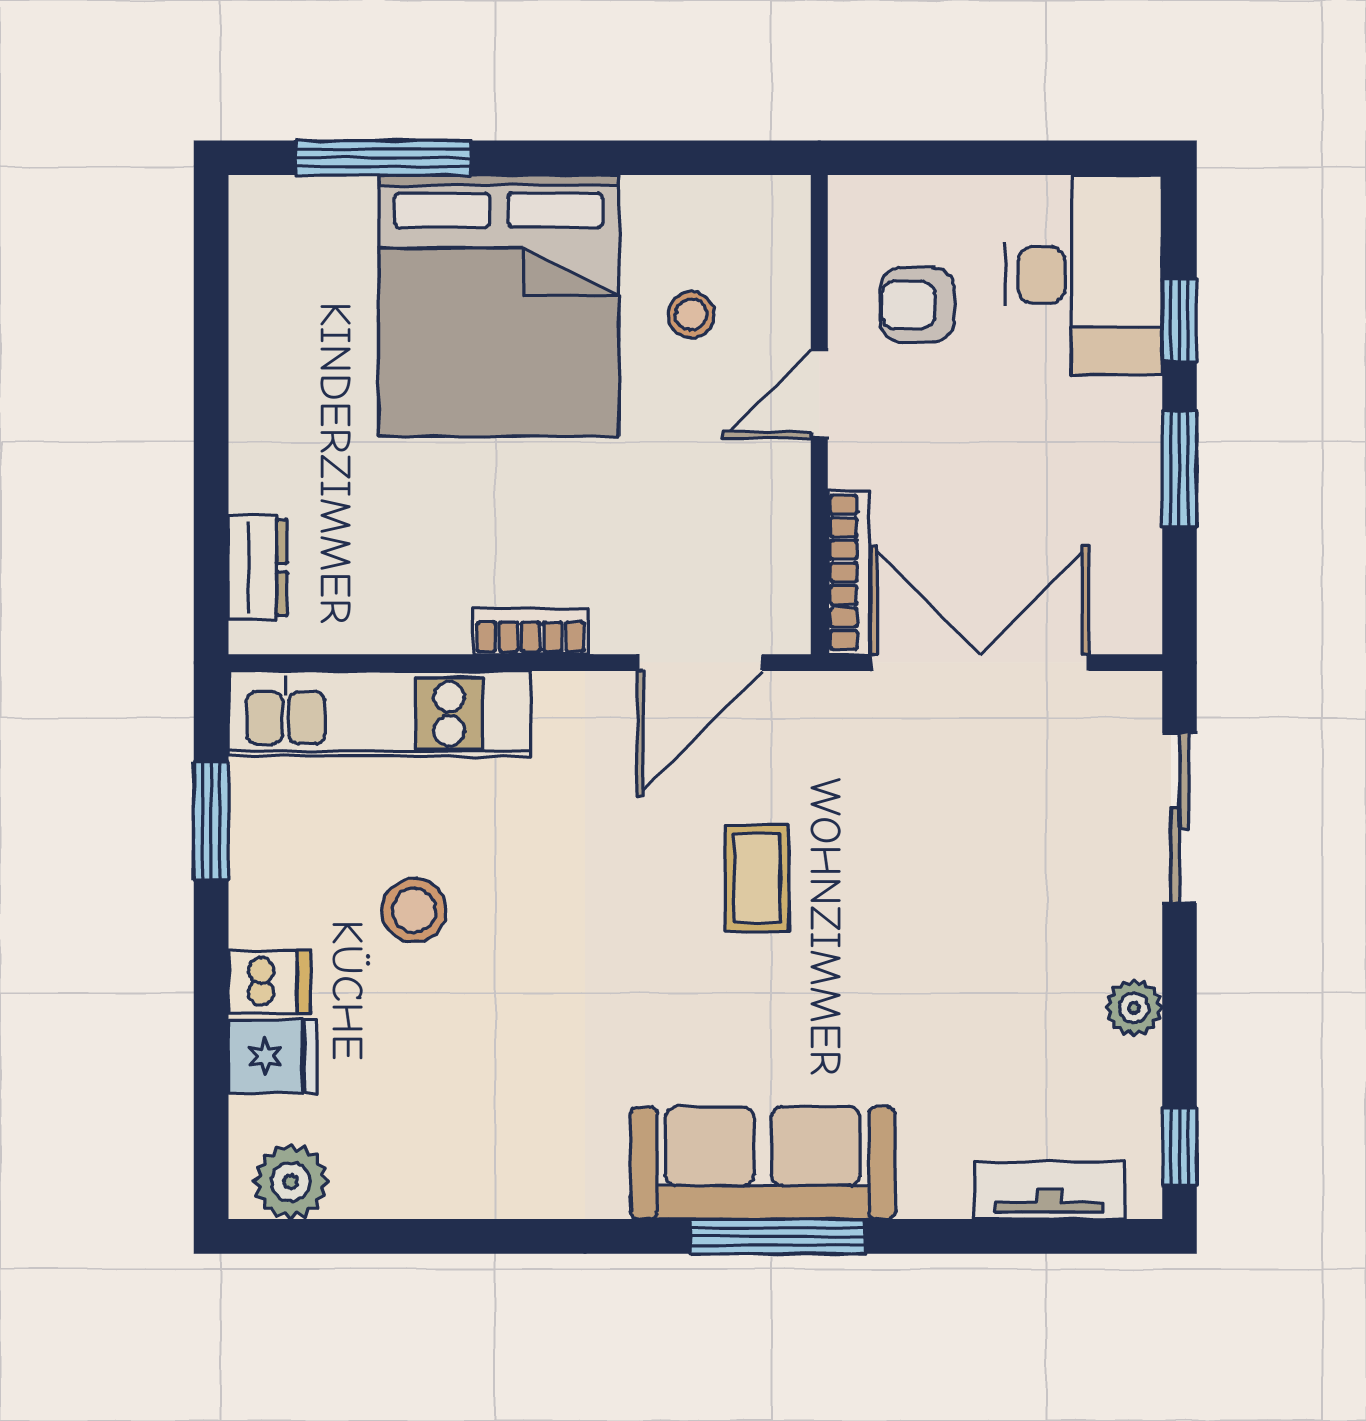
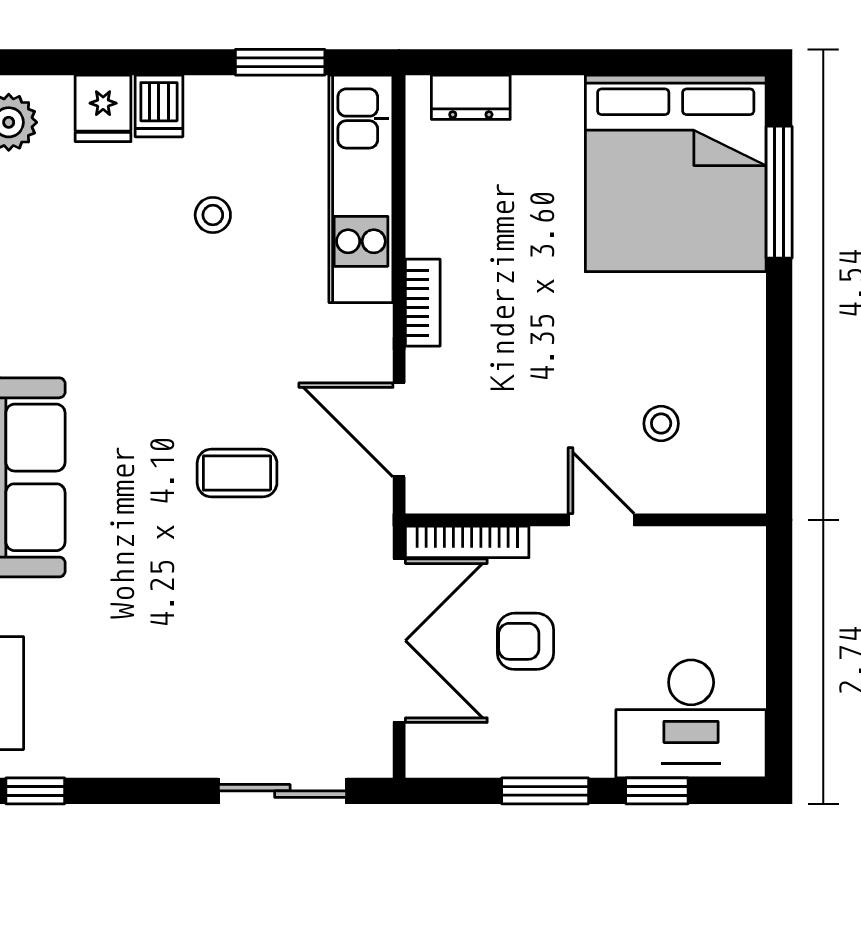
armchair: (917, 305) -> (526, 641), moved, turned -90
bed: (499, 306) -> (676, 173), moved, turned -90
stool: (414, 910) -> (213, 215), width x0.73, depth x0.73
plant: (1134, 1008) -> (140, 757), removed

